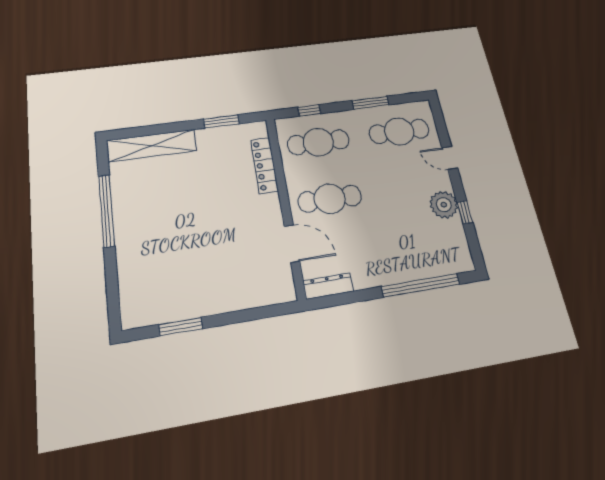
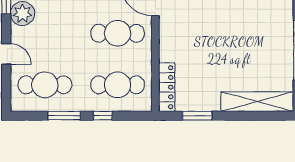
window: (309, 110) -> (103, 116), moved
locker: (264, 165) -> (167, 87), moved

